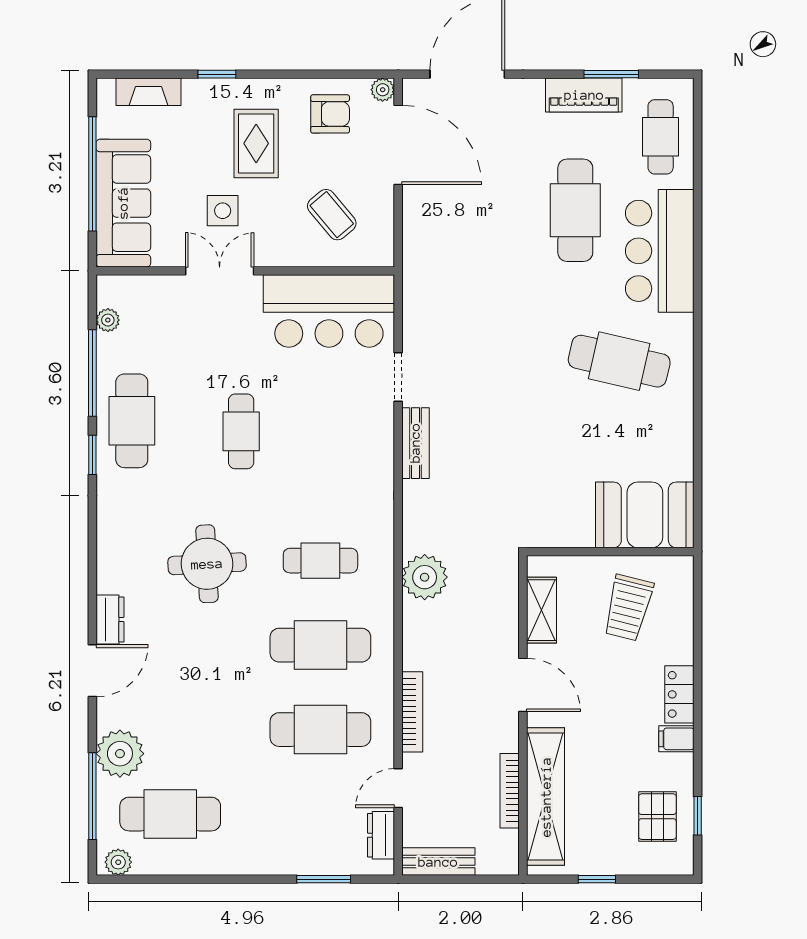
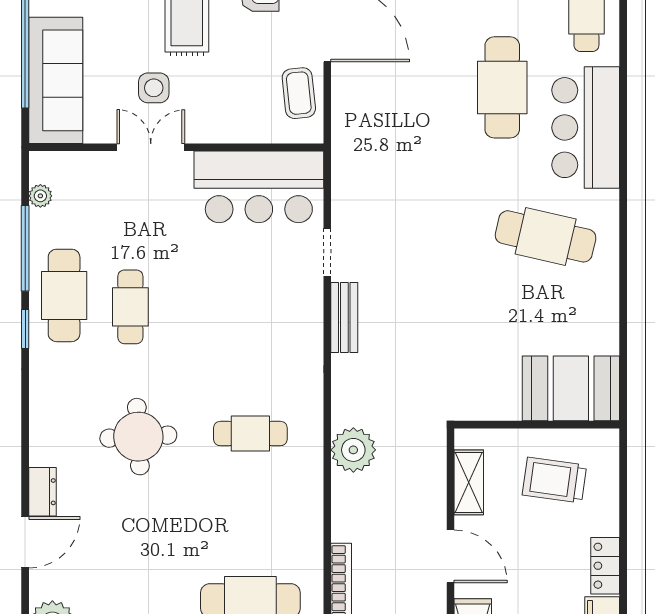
coffee table: (332, 215) -> (299, 93), moved, turned 34
cafe table: (241, 431) -> (130, 307), moved
trolley: (628, 608) -> (554, 480), turned 84
cafe table: (320, 645) -> (250, 517), removed

